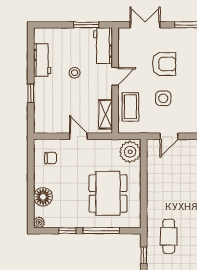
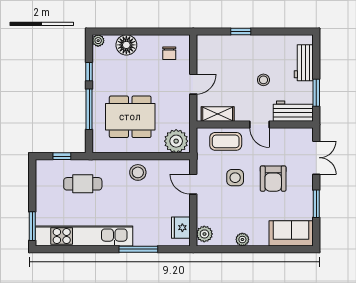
workbench: (42, 60) -> (304, 63), moved, turned 90
stool: (158, 186) -> (138, 172), added

